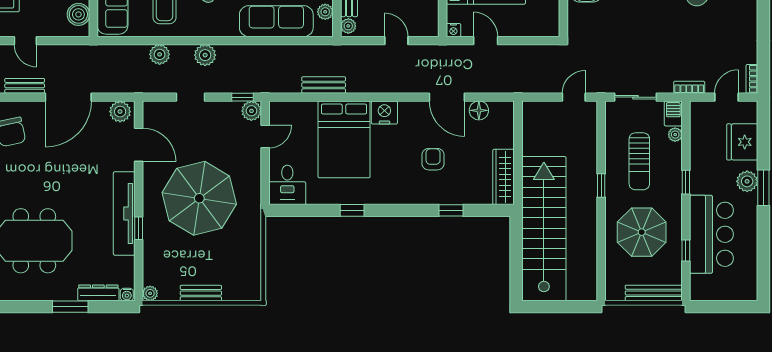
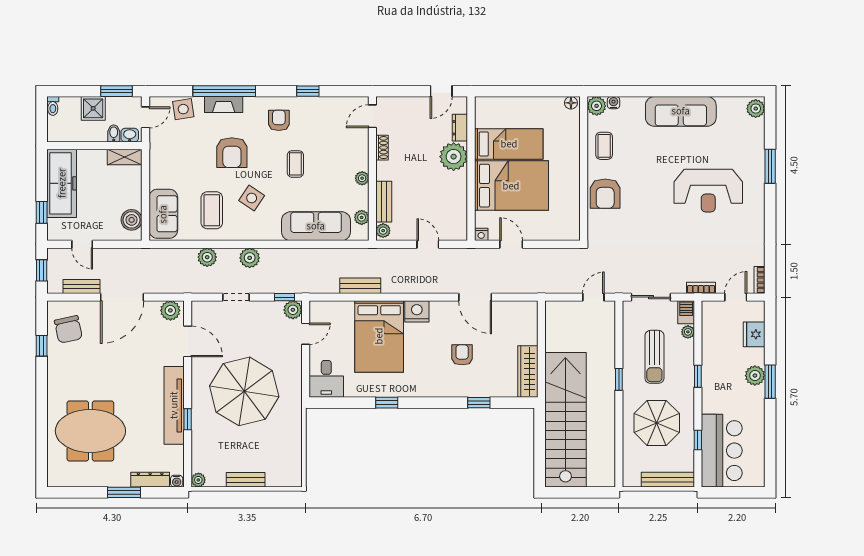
floor lamp: (479, 110) -> (505, 309), removed
fridge: (742, 142) -> (754, 334), width x0.73, depth x0.75
bar counter: (711, 234) -> (722, 451), moved

